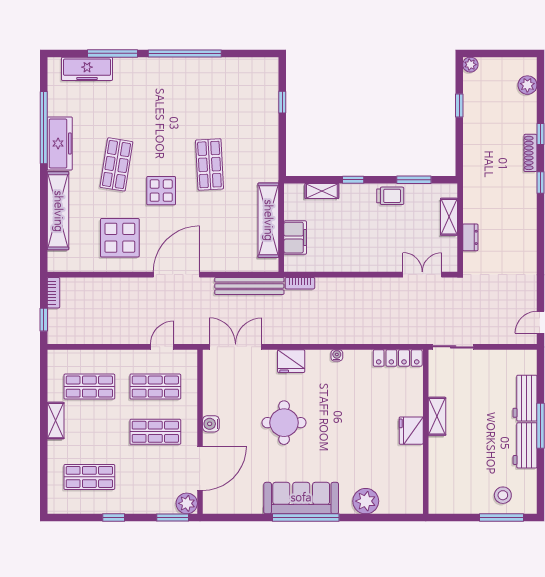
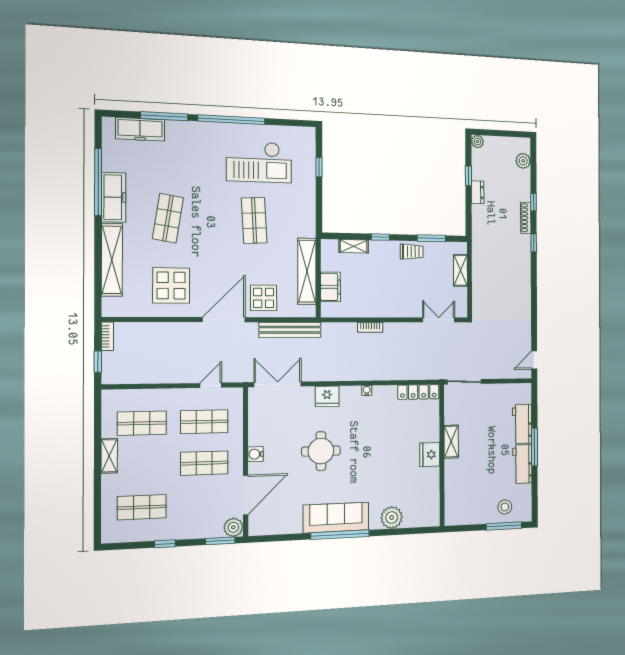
checkout: (215, 99) -> (259, 162), added
display table: (161, 191) -> (264, 298), moved
dresser: (470, 237) -> (478, 192), moved
bookcase: (300, 283) -> (370, 327), moved

